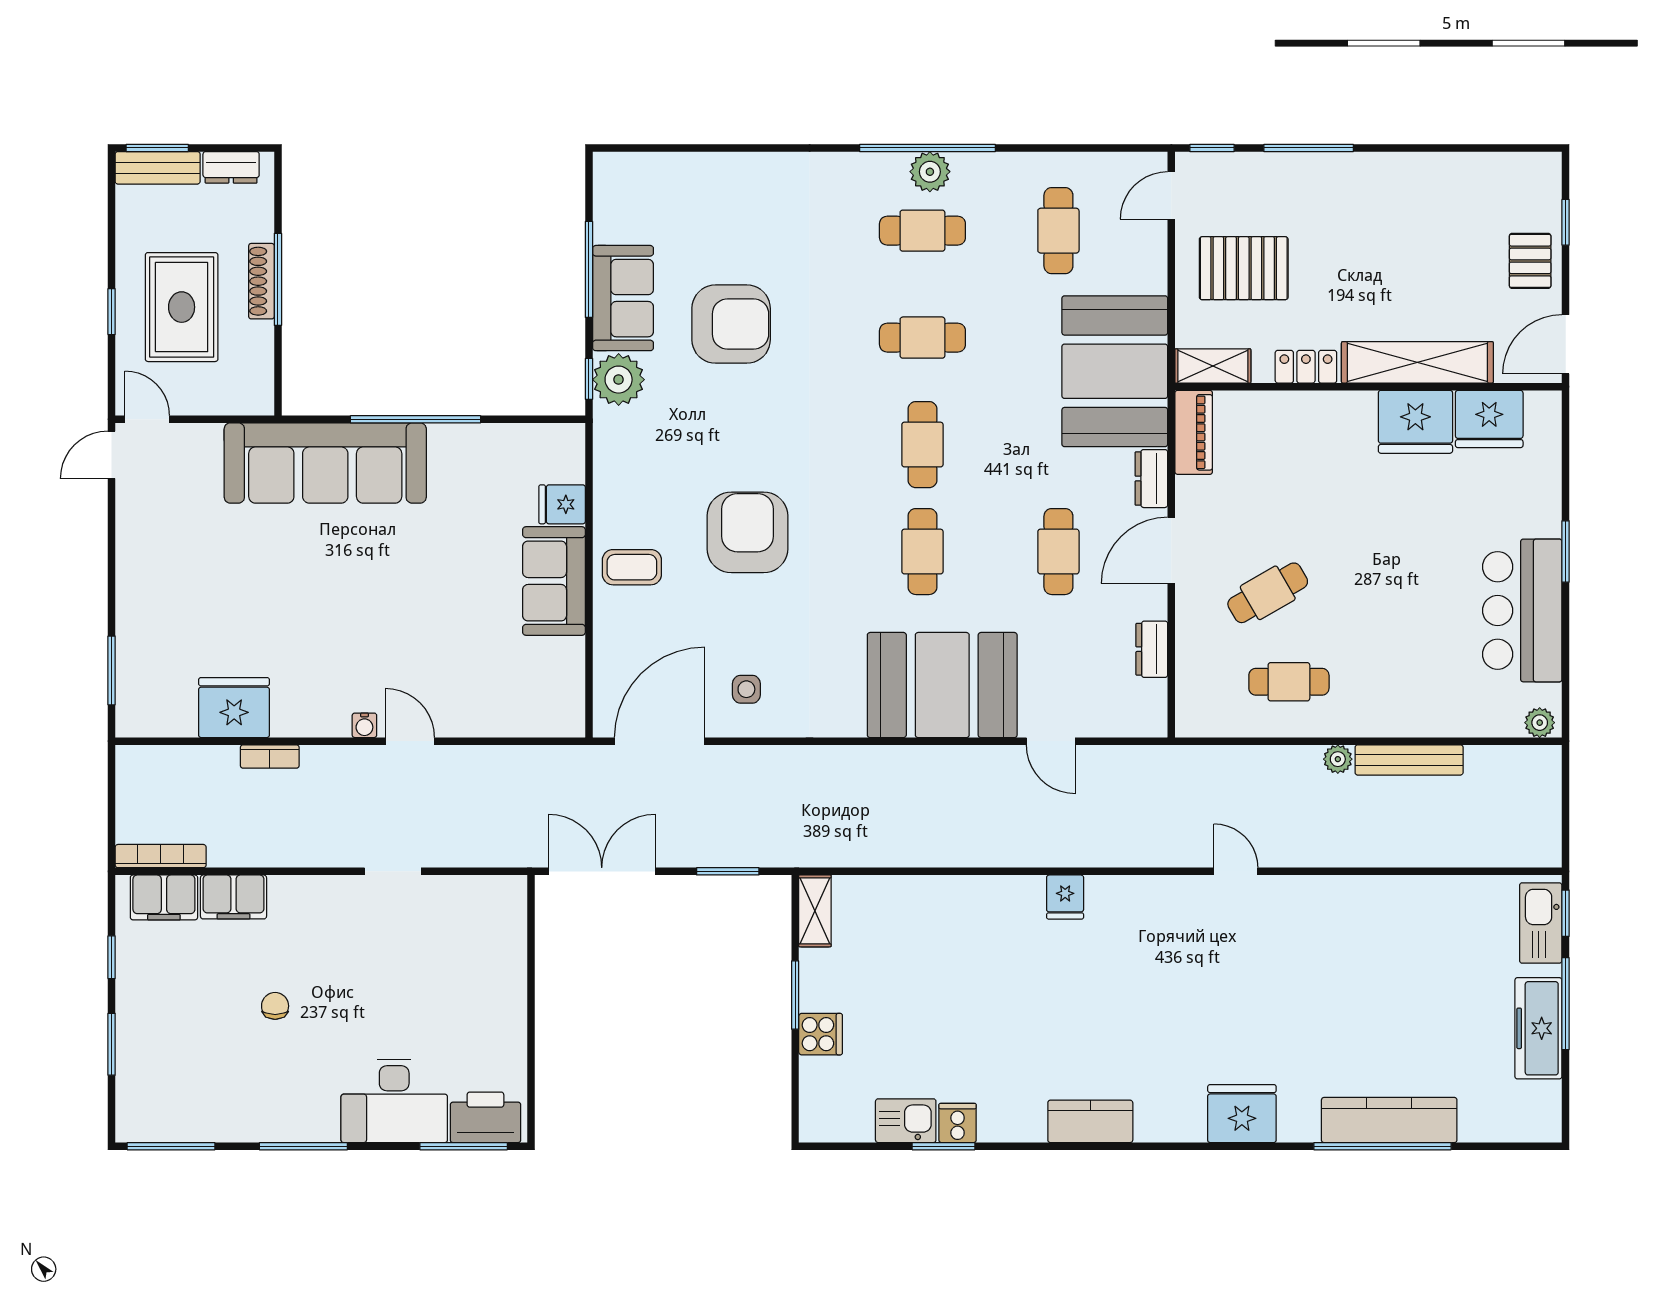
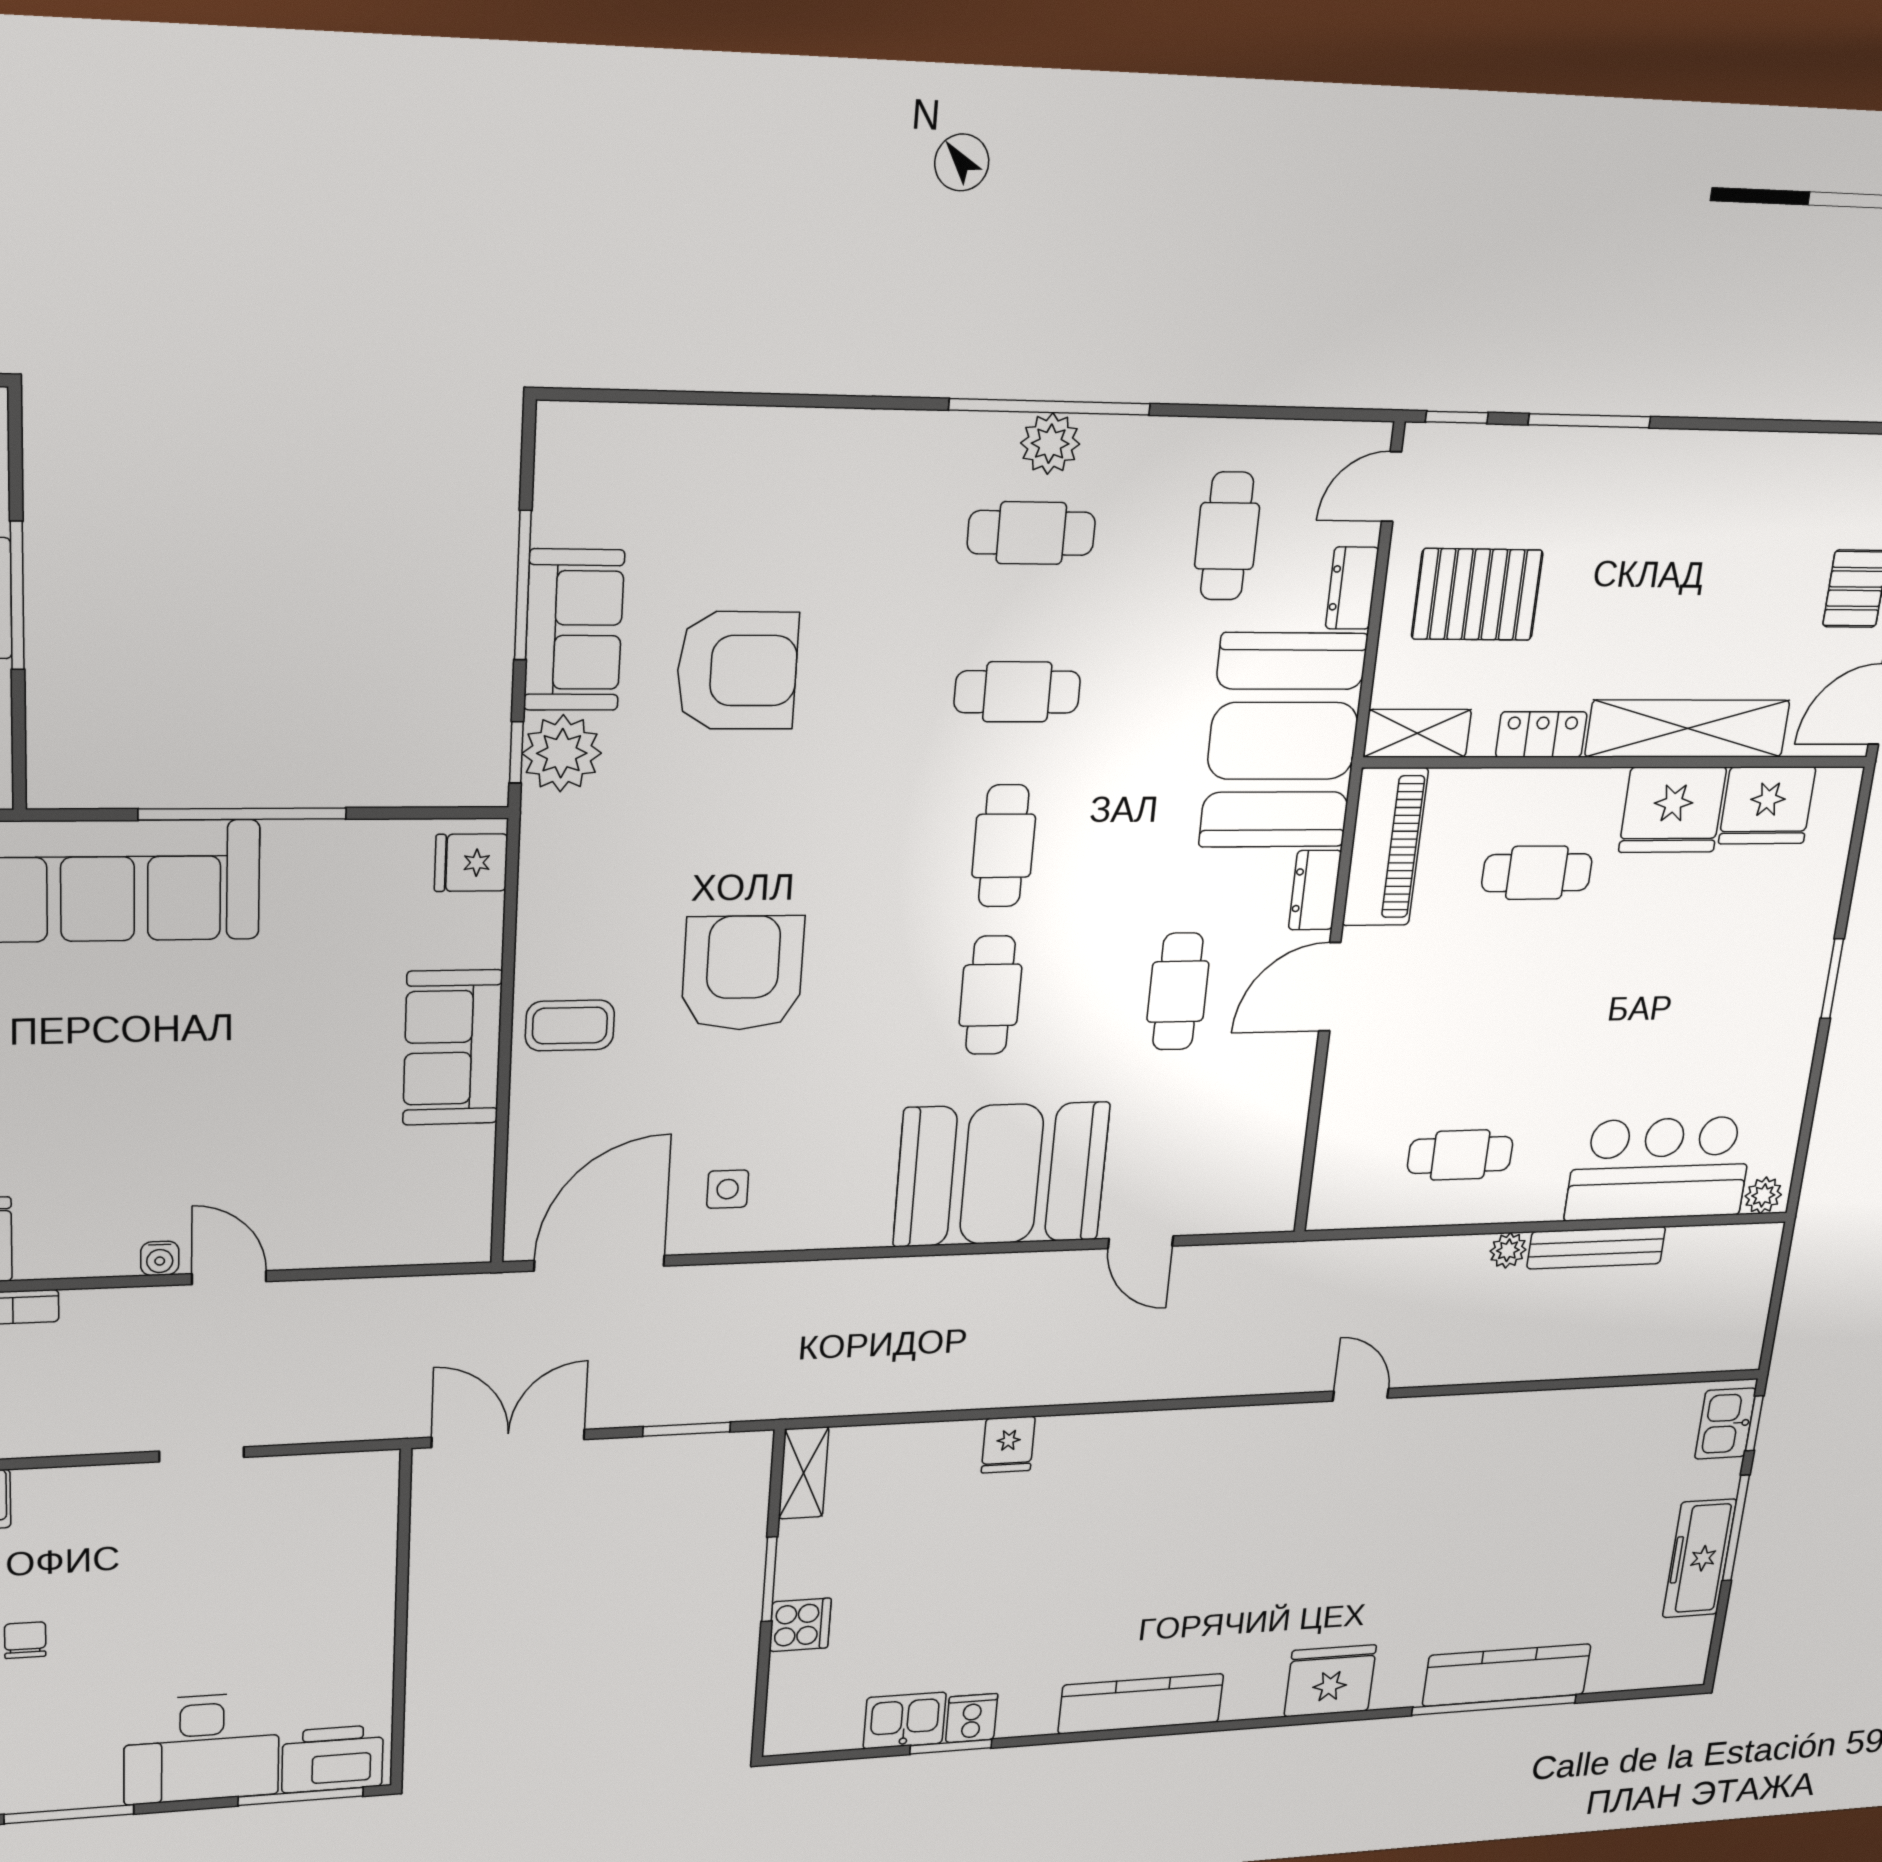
piano: (1194, 432) -> (1385, 847), width x1.37, depth x1.33
fridge: (562, 504) -> (471, 863), moved
cafe table: (1268, 593) -> (1537, 873), moved, turned 30
bar counter: (1522, 610) -> (1660, 1169), moved, turned 90
dresser: (1152, 649) -> (1352, 588), moved
fridge: (1065, 897) -> (1008, 1445), moved
kitchen sink: (1541, 923) -> (1725, 1424), width x0.73
kitchen counter: (1090, 1121) -> (1141, 1704), width x1.50

